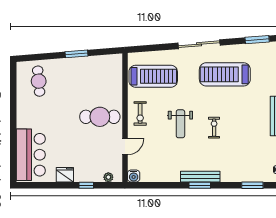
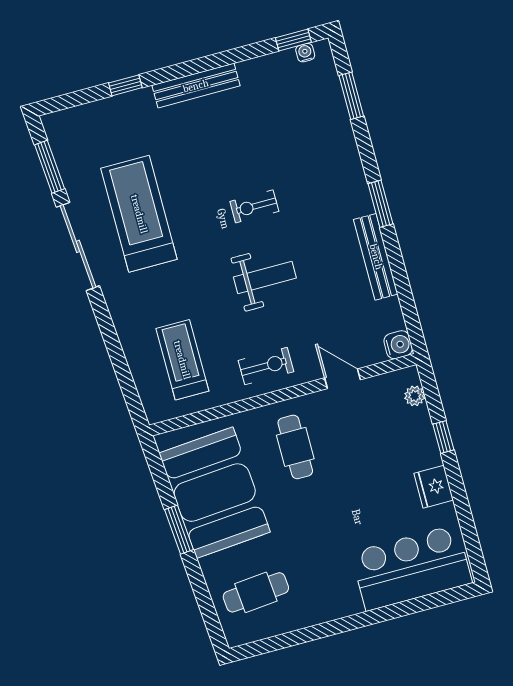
sliding door: (199, 44) -> (78, 246), moved
treadmill: (225, 74) -> (139, 214), turned 180
booth: (89, 75) -> (215, 493), added
treadmill: (153, 76) -> (182, 360), width x0.73, depth x0.73
cafe table: (100, 117) -> (295, 447), width x0.73, depth x0.74
bench: (200, 177) -> (376, 257), moved

